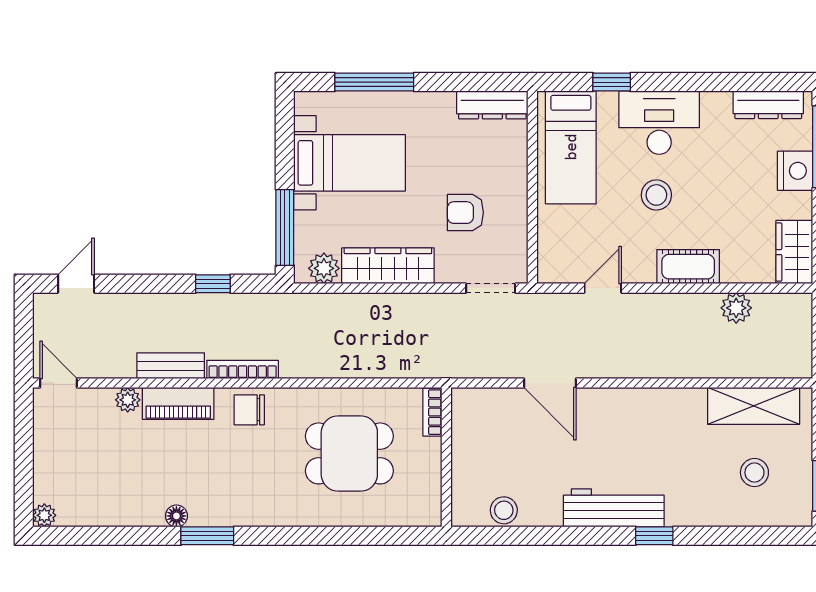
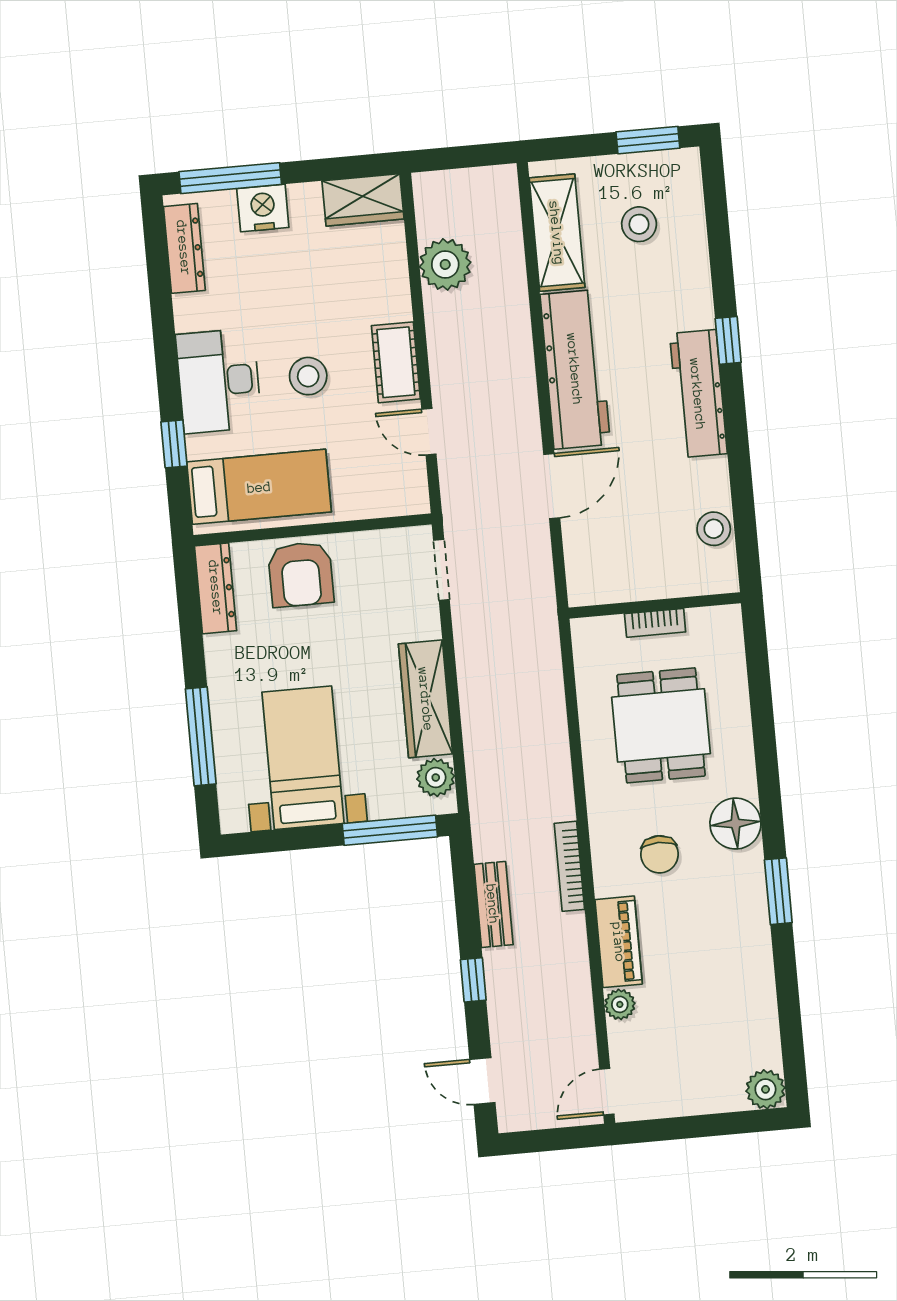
armchair: (465, 213) -> (301, 574), moved, width x1.38, depth x1.38
cot: (688, 267) -> (396, 362), moved
window: (213, 284) -> (473, 980), moved
plant: (736, 308) -> (445, 264), width x1.36, depth x1.36
bench: (171, 366) -> (493, 904), moved
chair: (249, 410) -> (659, 854), moved
workbench: (642, 410) -> (575, 369), added
bookcase: (432, 412) -> (655, 623), moved
plant: (44, 515) -> (765, 1089), width x1.38, depth x1.38
floor lamp: (176, 516) -> (735, 824), moved, width x1.89, depth x1.89

